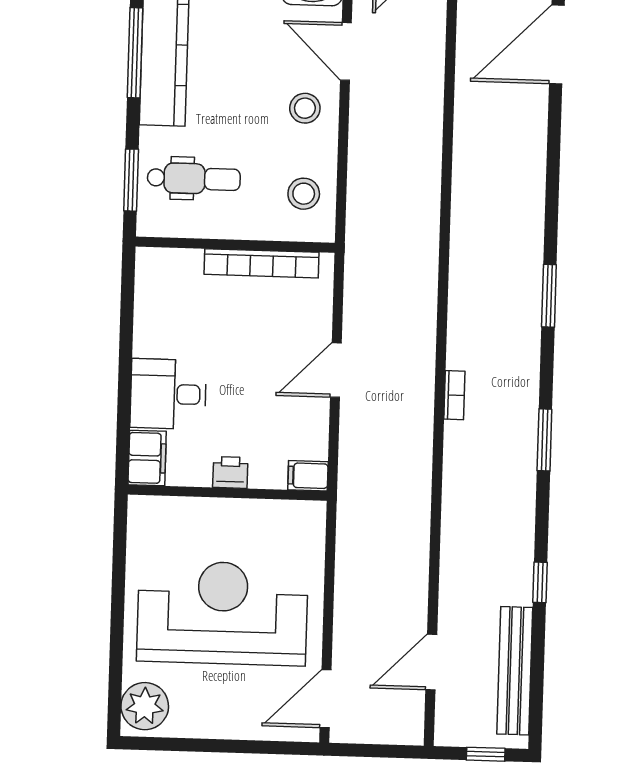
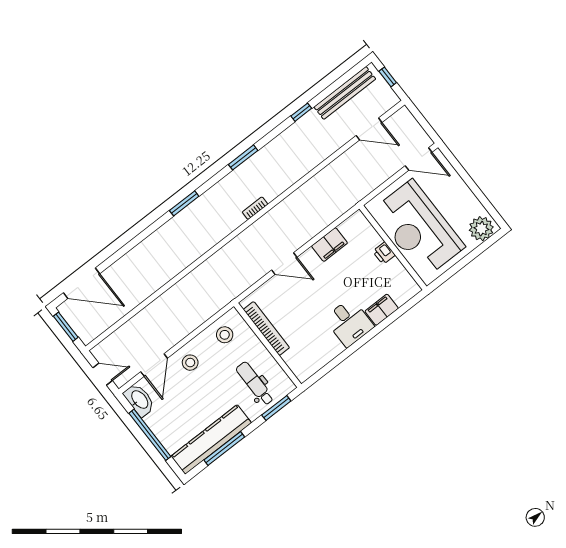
printer: (230, 472) -> (384, 253), moved
filing cabinet: (308, 476) -> (330, 245), width x2.00
wall: (227, 493) -> (393, 248), moved

